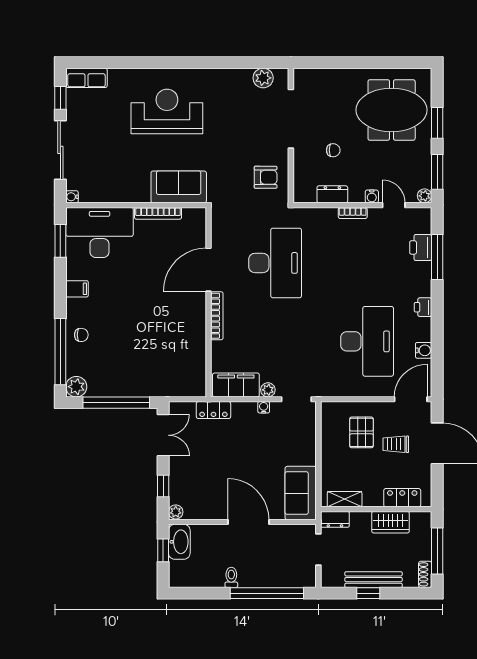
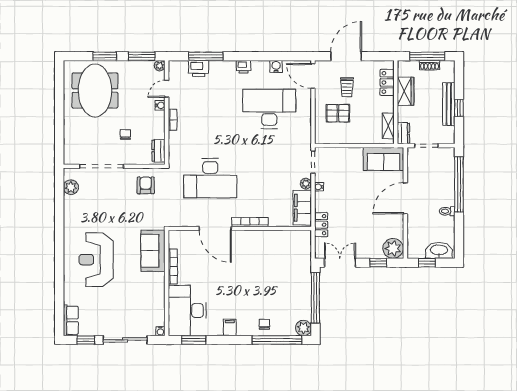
dresser: (332, 194) -> (159, 151), moved
desk: (275, 263) -> (210, 178), turned 180
plant: (176, 512) -> (393, 248), width x1.88, depth x1.88
washbasin: (179, 542) -> (439, 250), moved
shoe rack: (425, 574) -> (430, 65), moved

